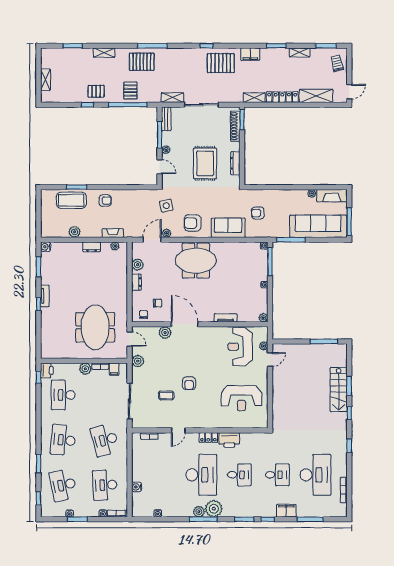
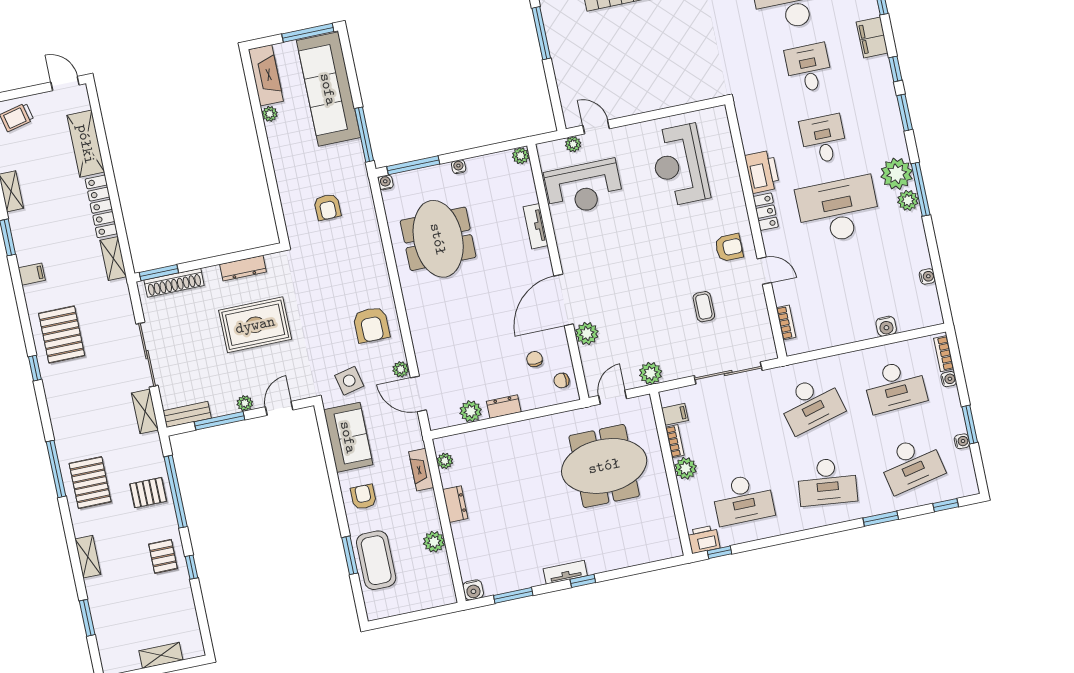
filing cabinet: (250, 54) -> (32, 274), width x0.50
sofa: (228, 228) -> (348, 437), moved, turned 180
meeting table: (196, 261) -> (438, 239), moved
armchair: (189, 383) -> (729, 248), moved
reception desk: (241, 398) -> (679, 165), turned 180

